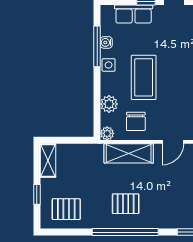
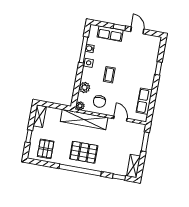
coffee table: (144, 77) -> (109, 75), width x0.54, depth x0.58
door: (173, 142) -> (120, 119), swing flipped
shelving: (129, 153) -> (84, 120), width x1.47
pallet: (126, 204) -> (84, 152), width x1.50, depth x1.42
pallet: (66, 209) -> (46, 149), turned 90

